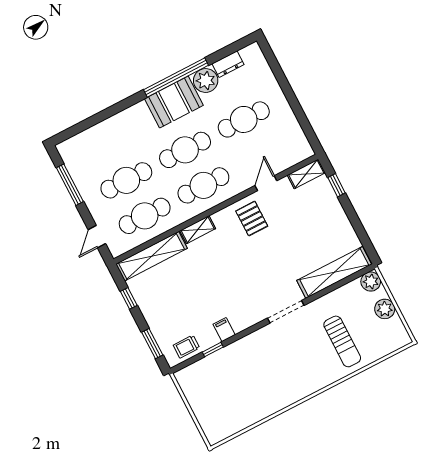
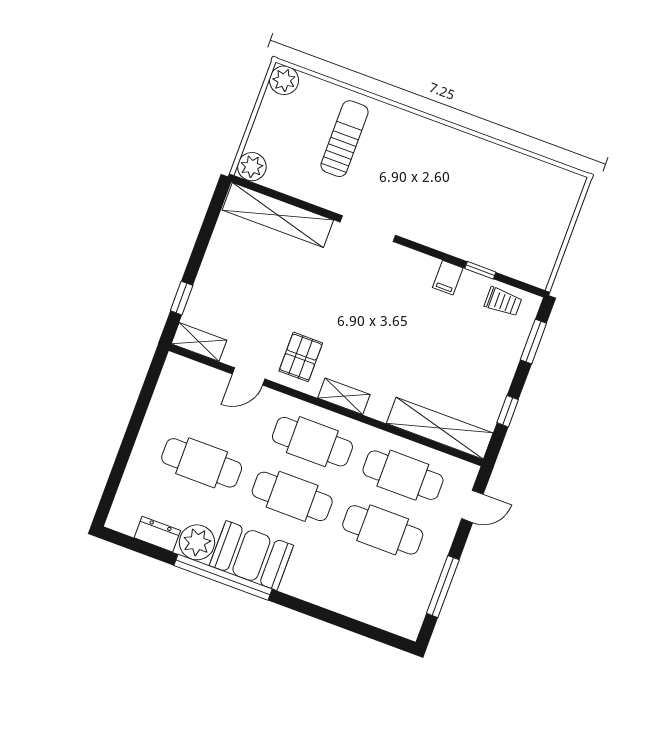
shelving: (198, 230) -> (344, 396), moved
plant: (385, 309) -> (284, 80), moved

